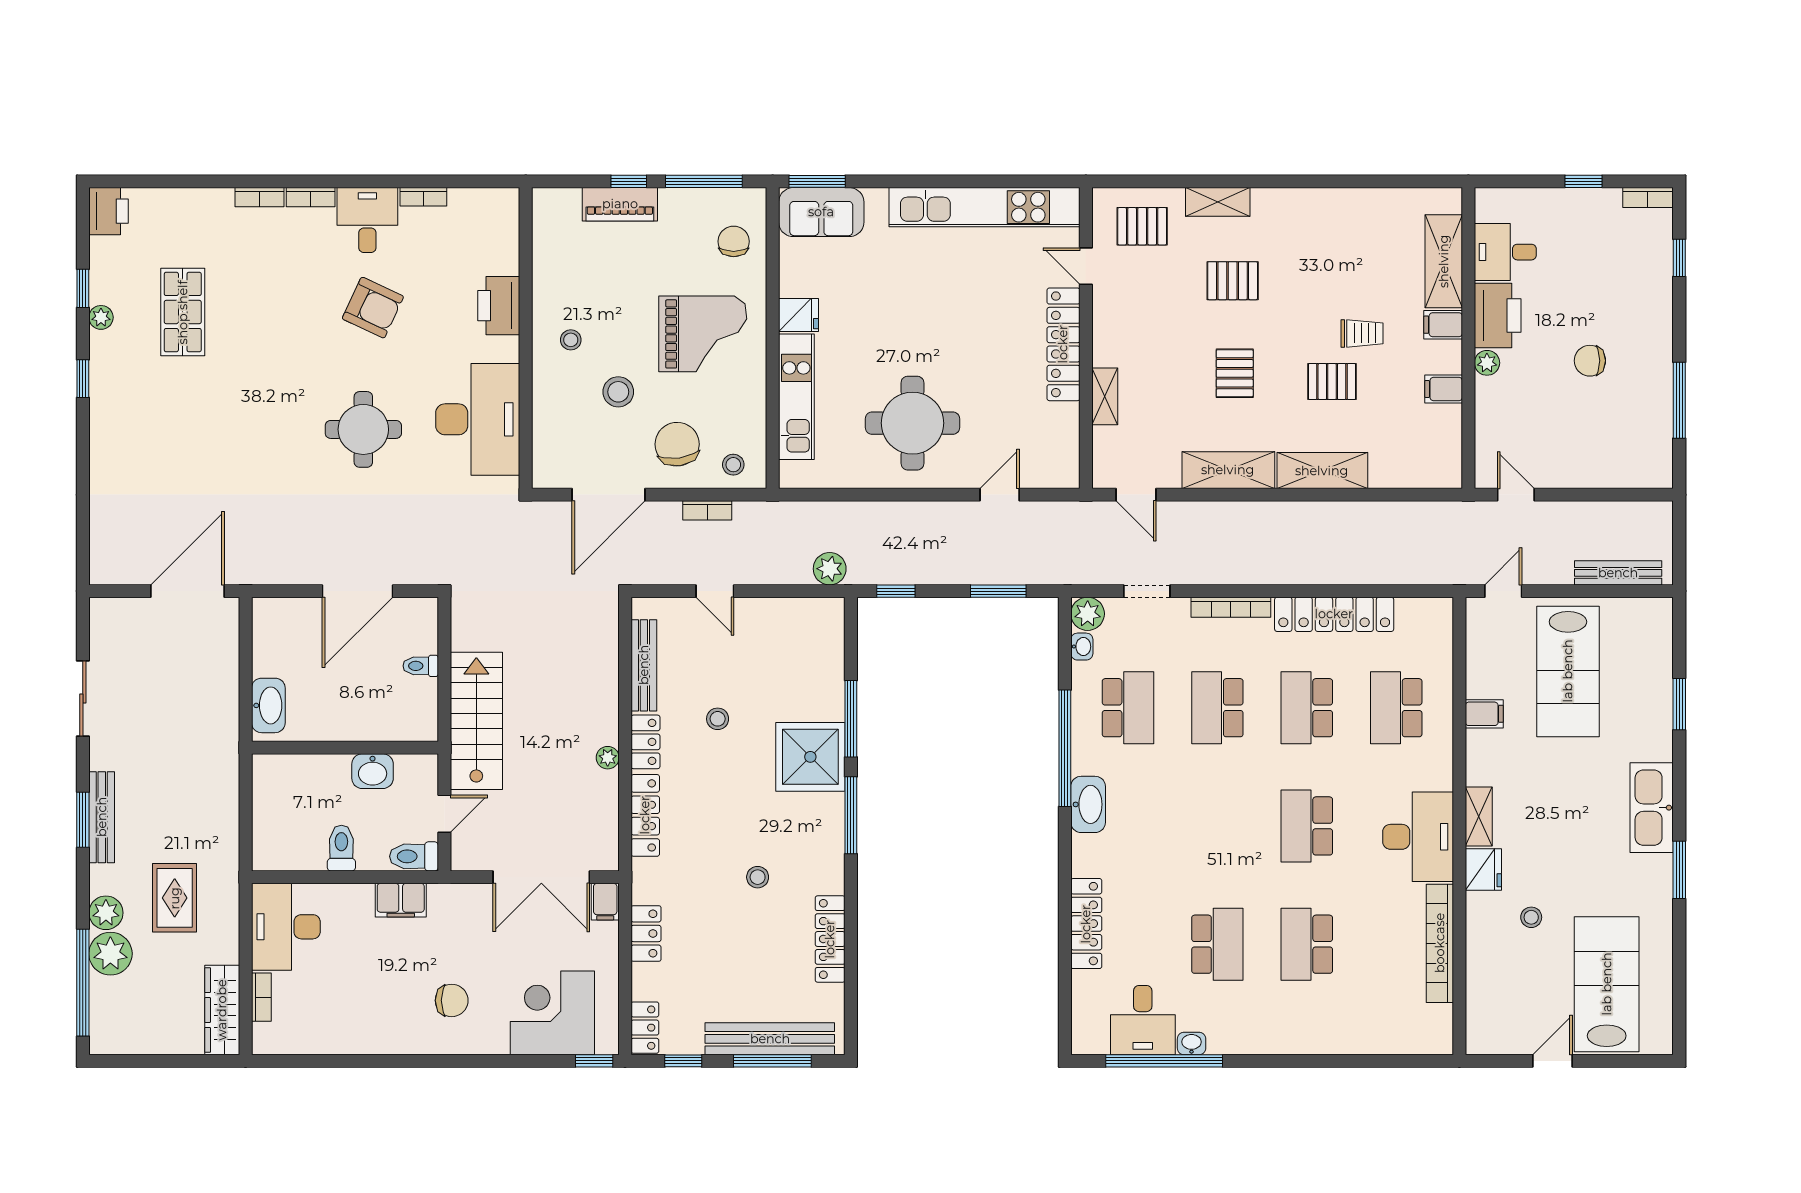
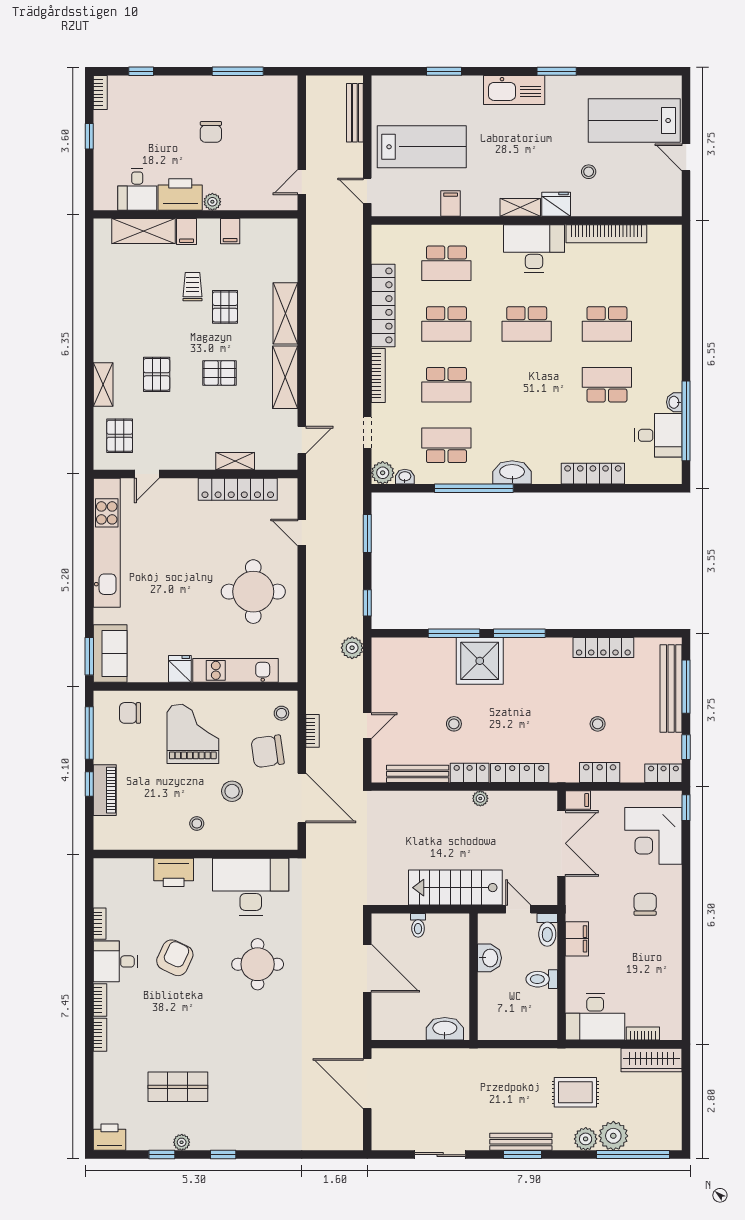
locker: (1063, 344) -> (238, 489), moved
stool: (758, 877) -> (598, 724), moved

